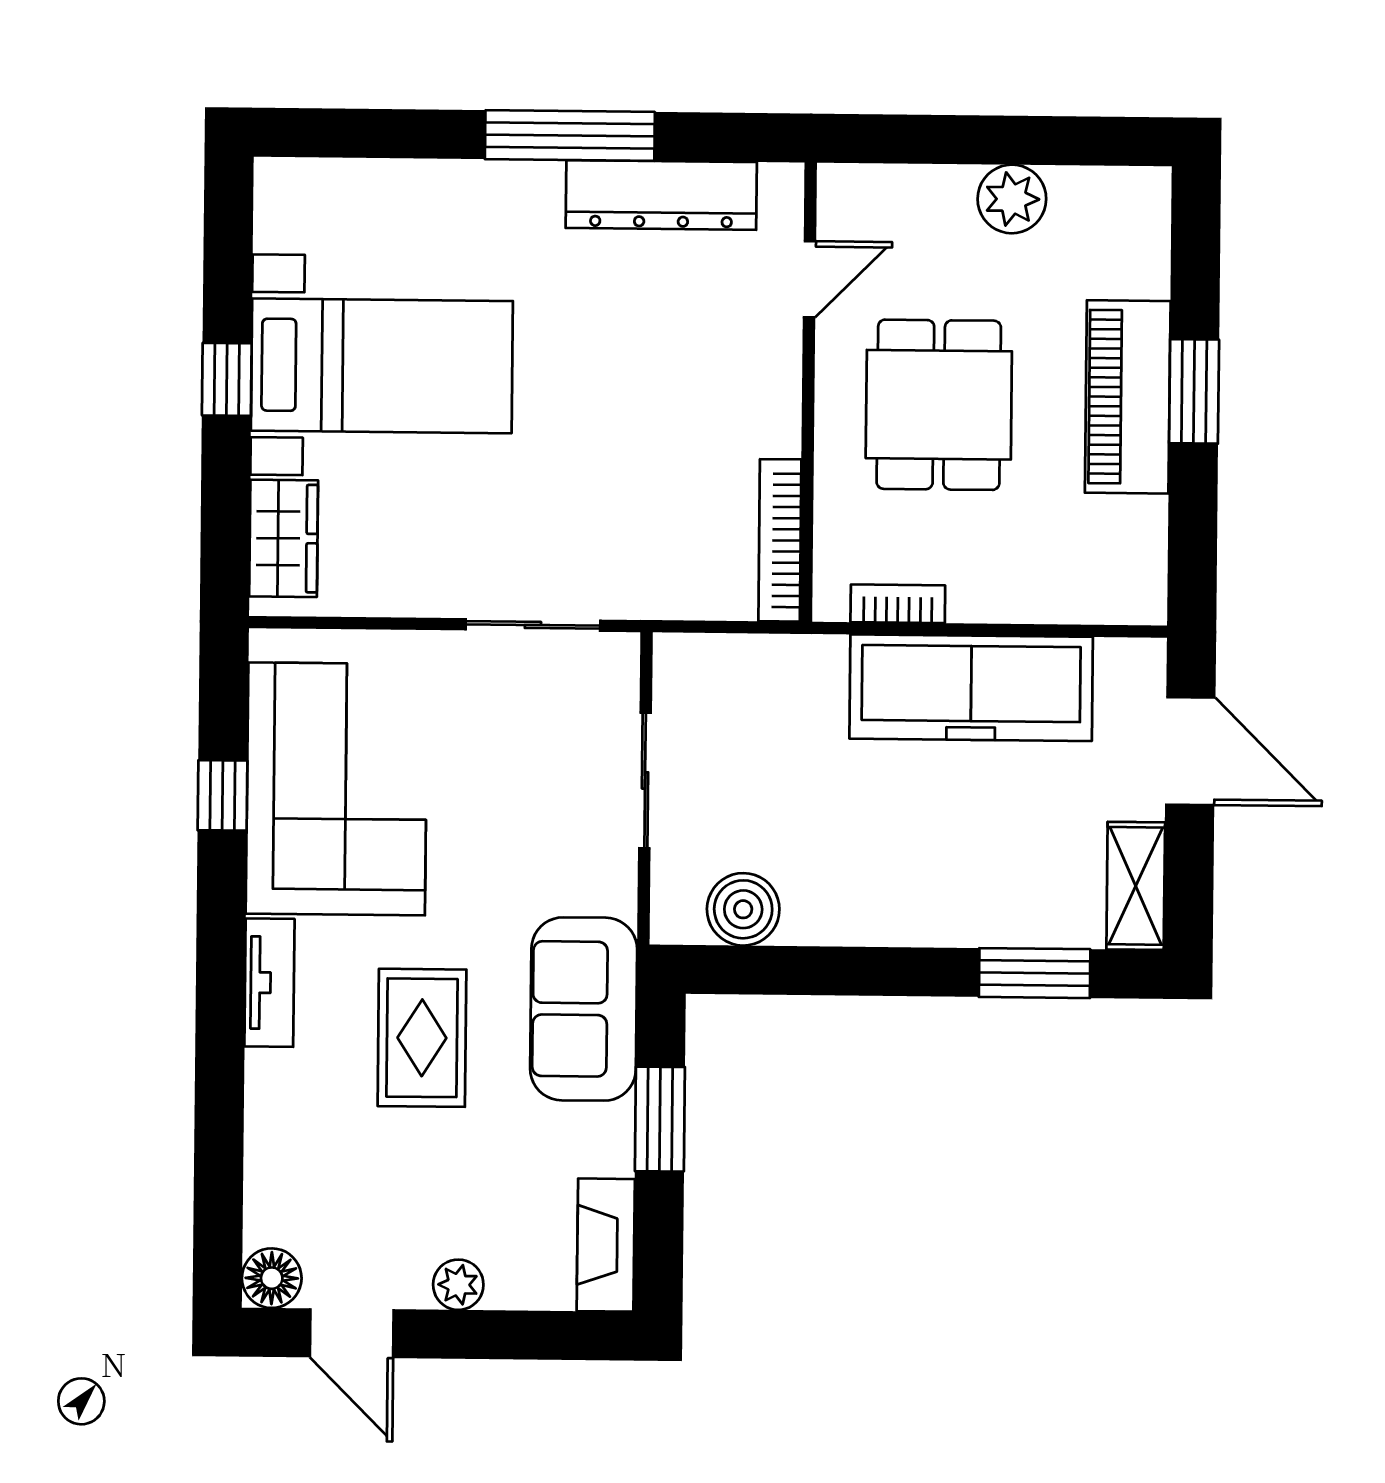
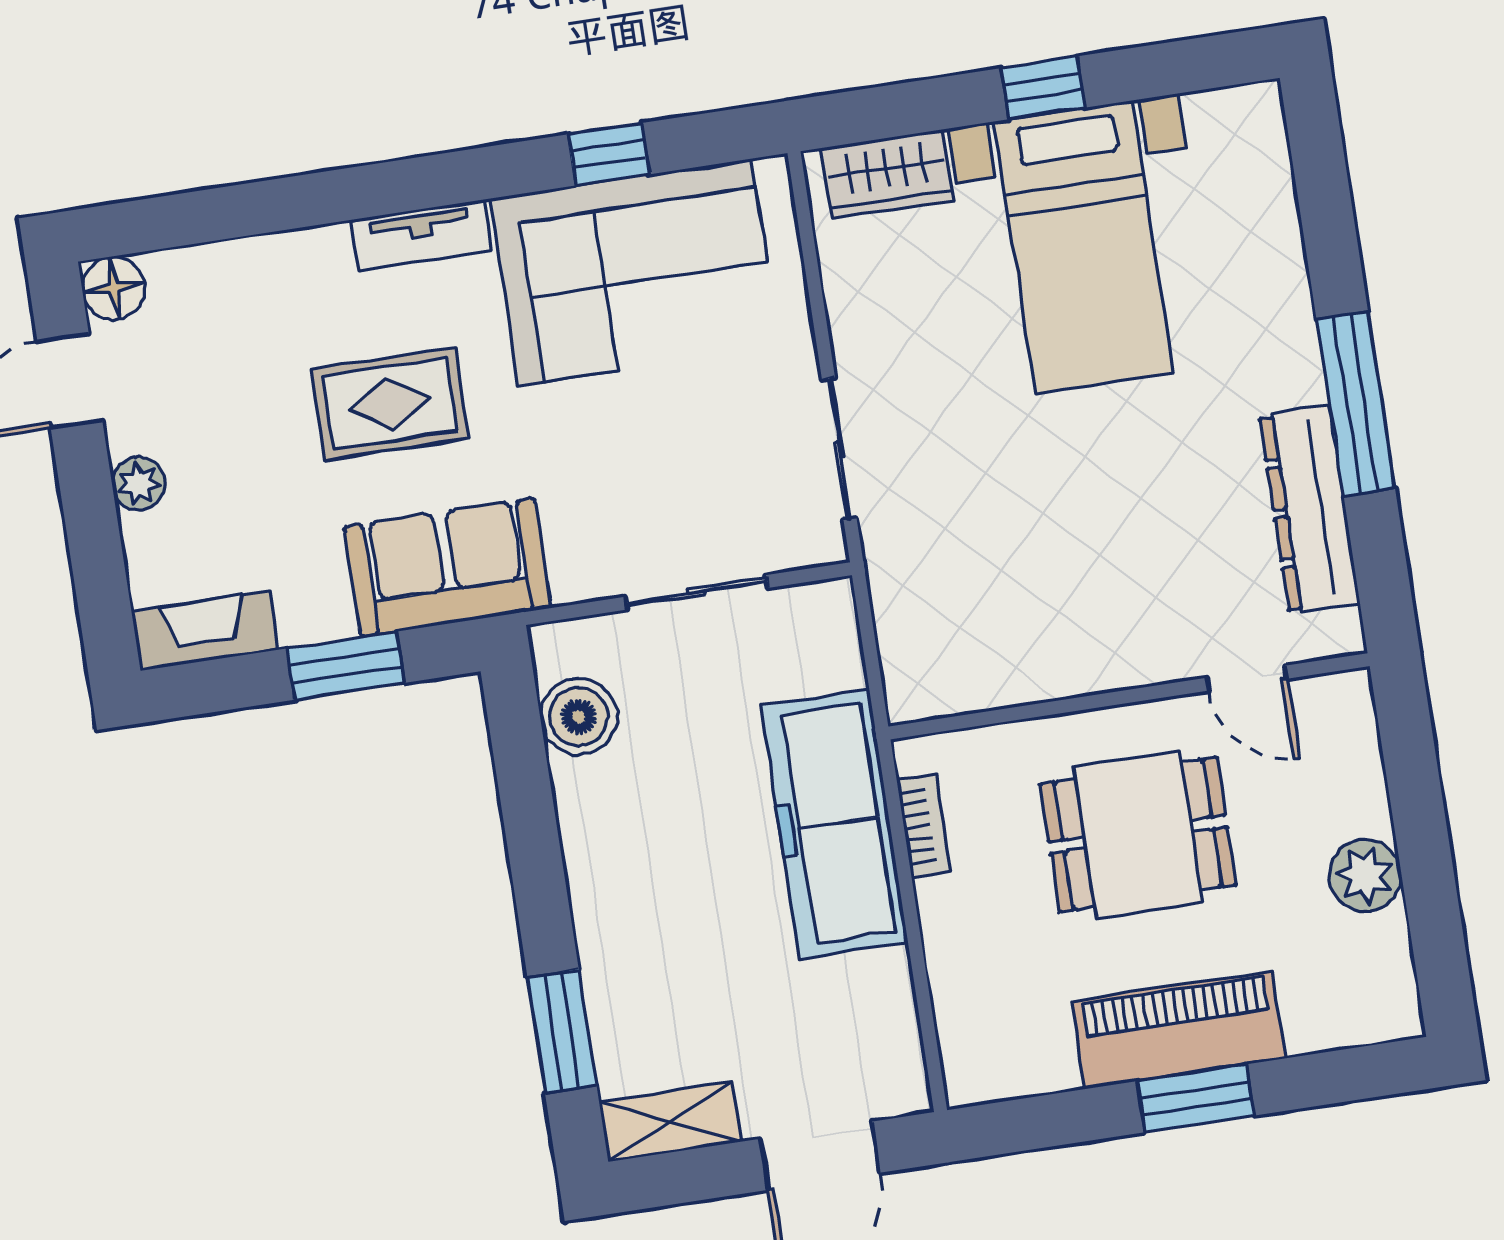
bookcase: (780, 540) -> (970, 692), removed
freezer: (971, 688) -> (834, 824), moved

